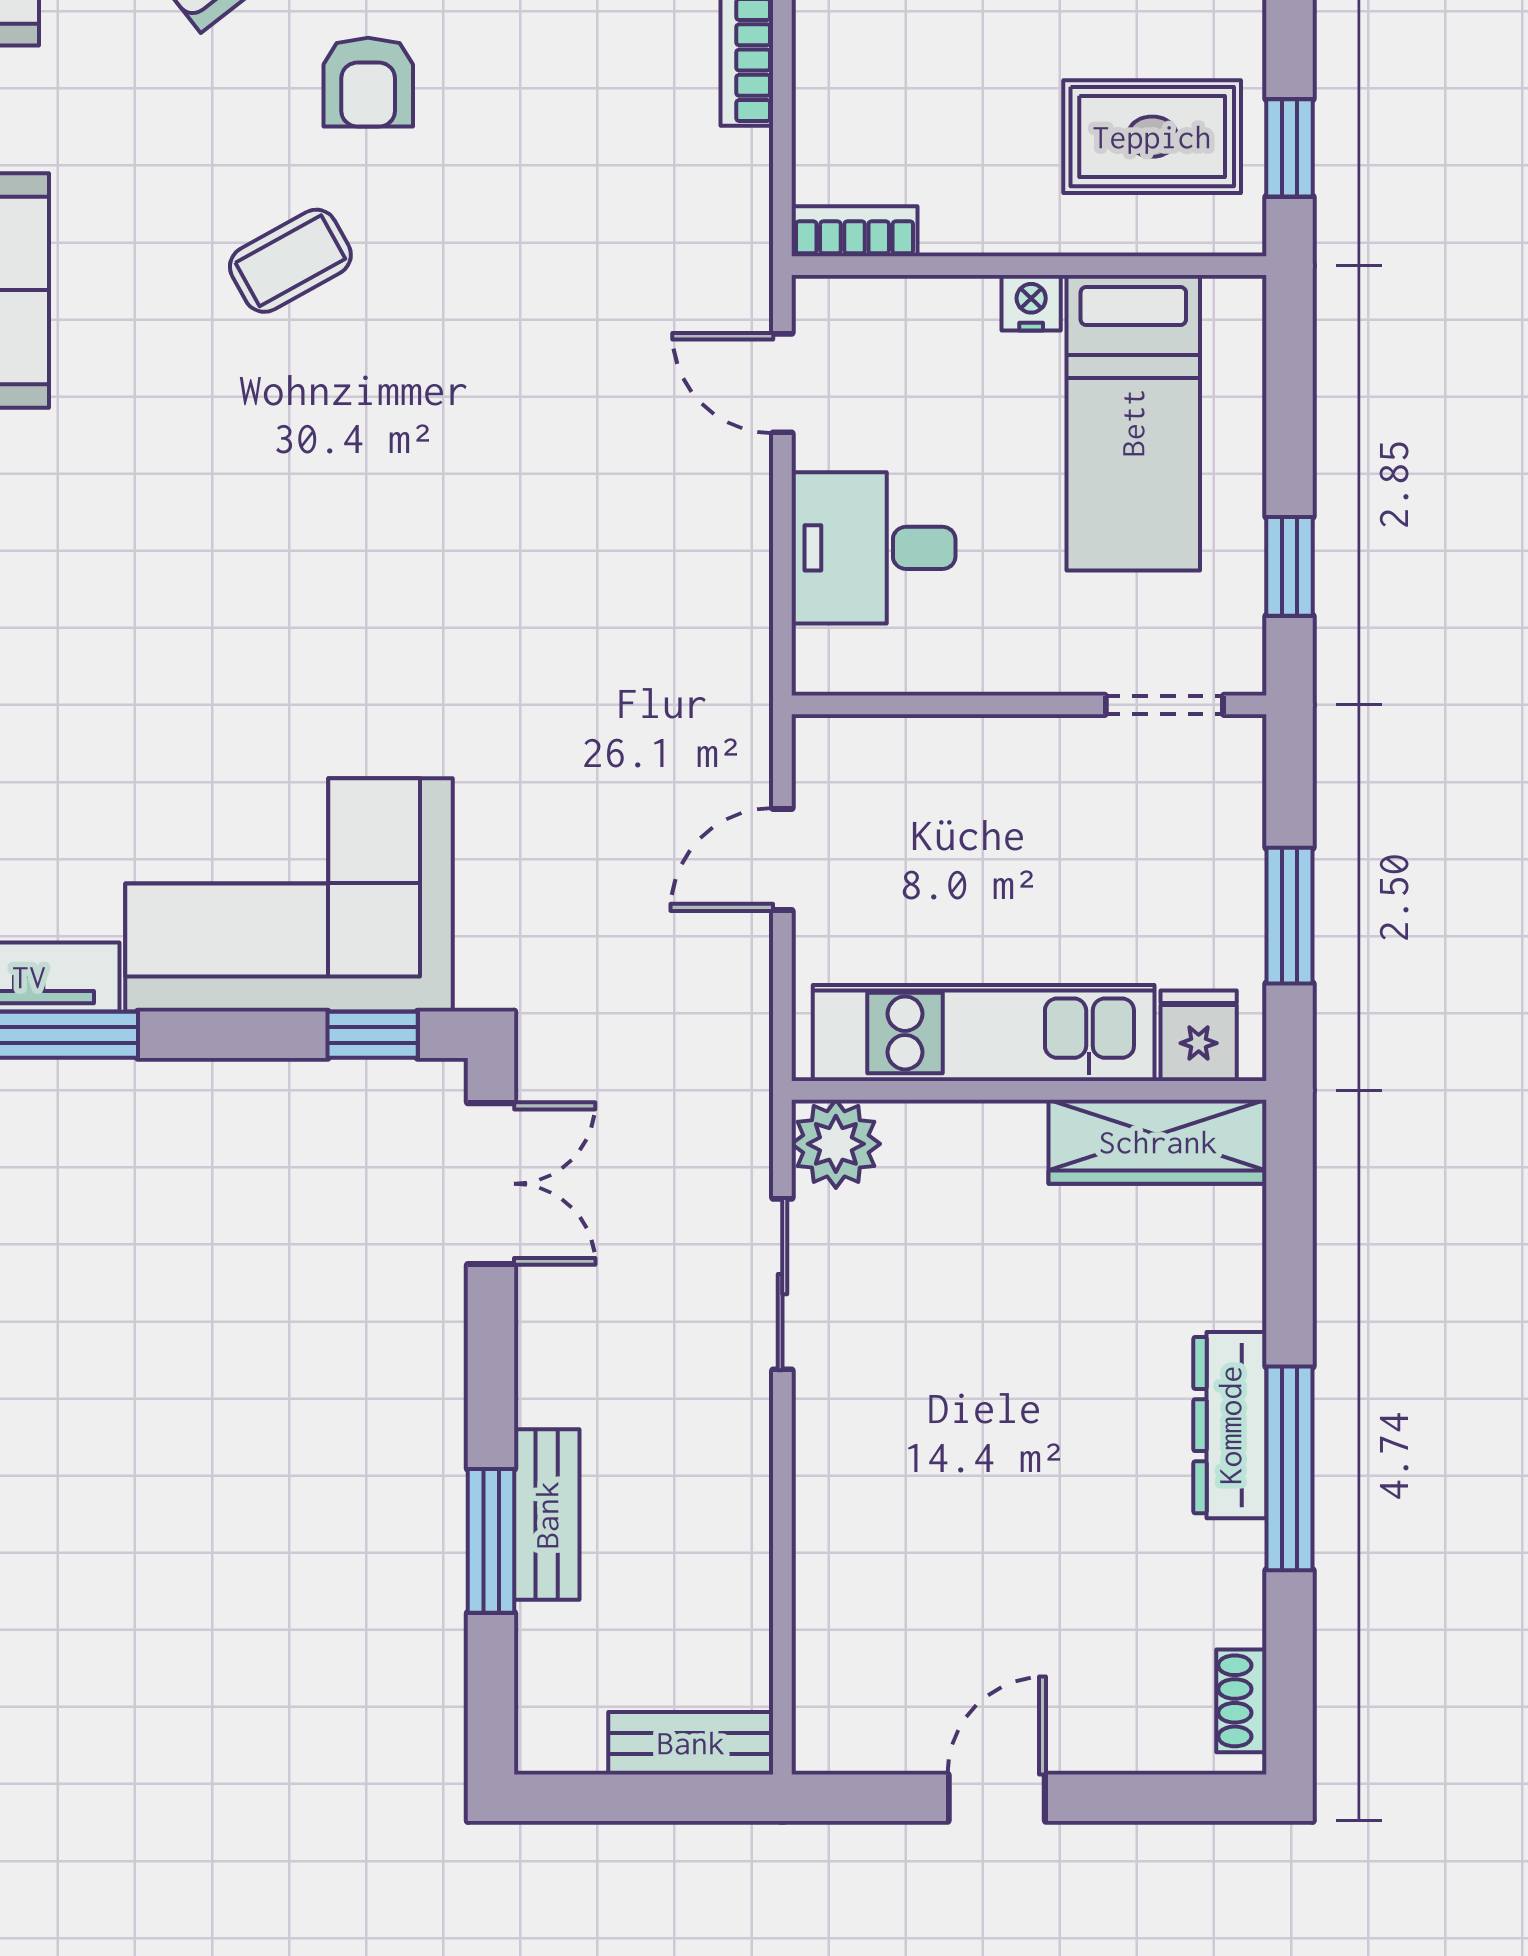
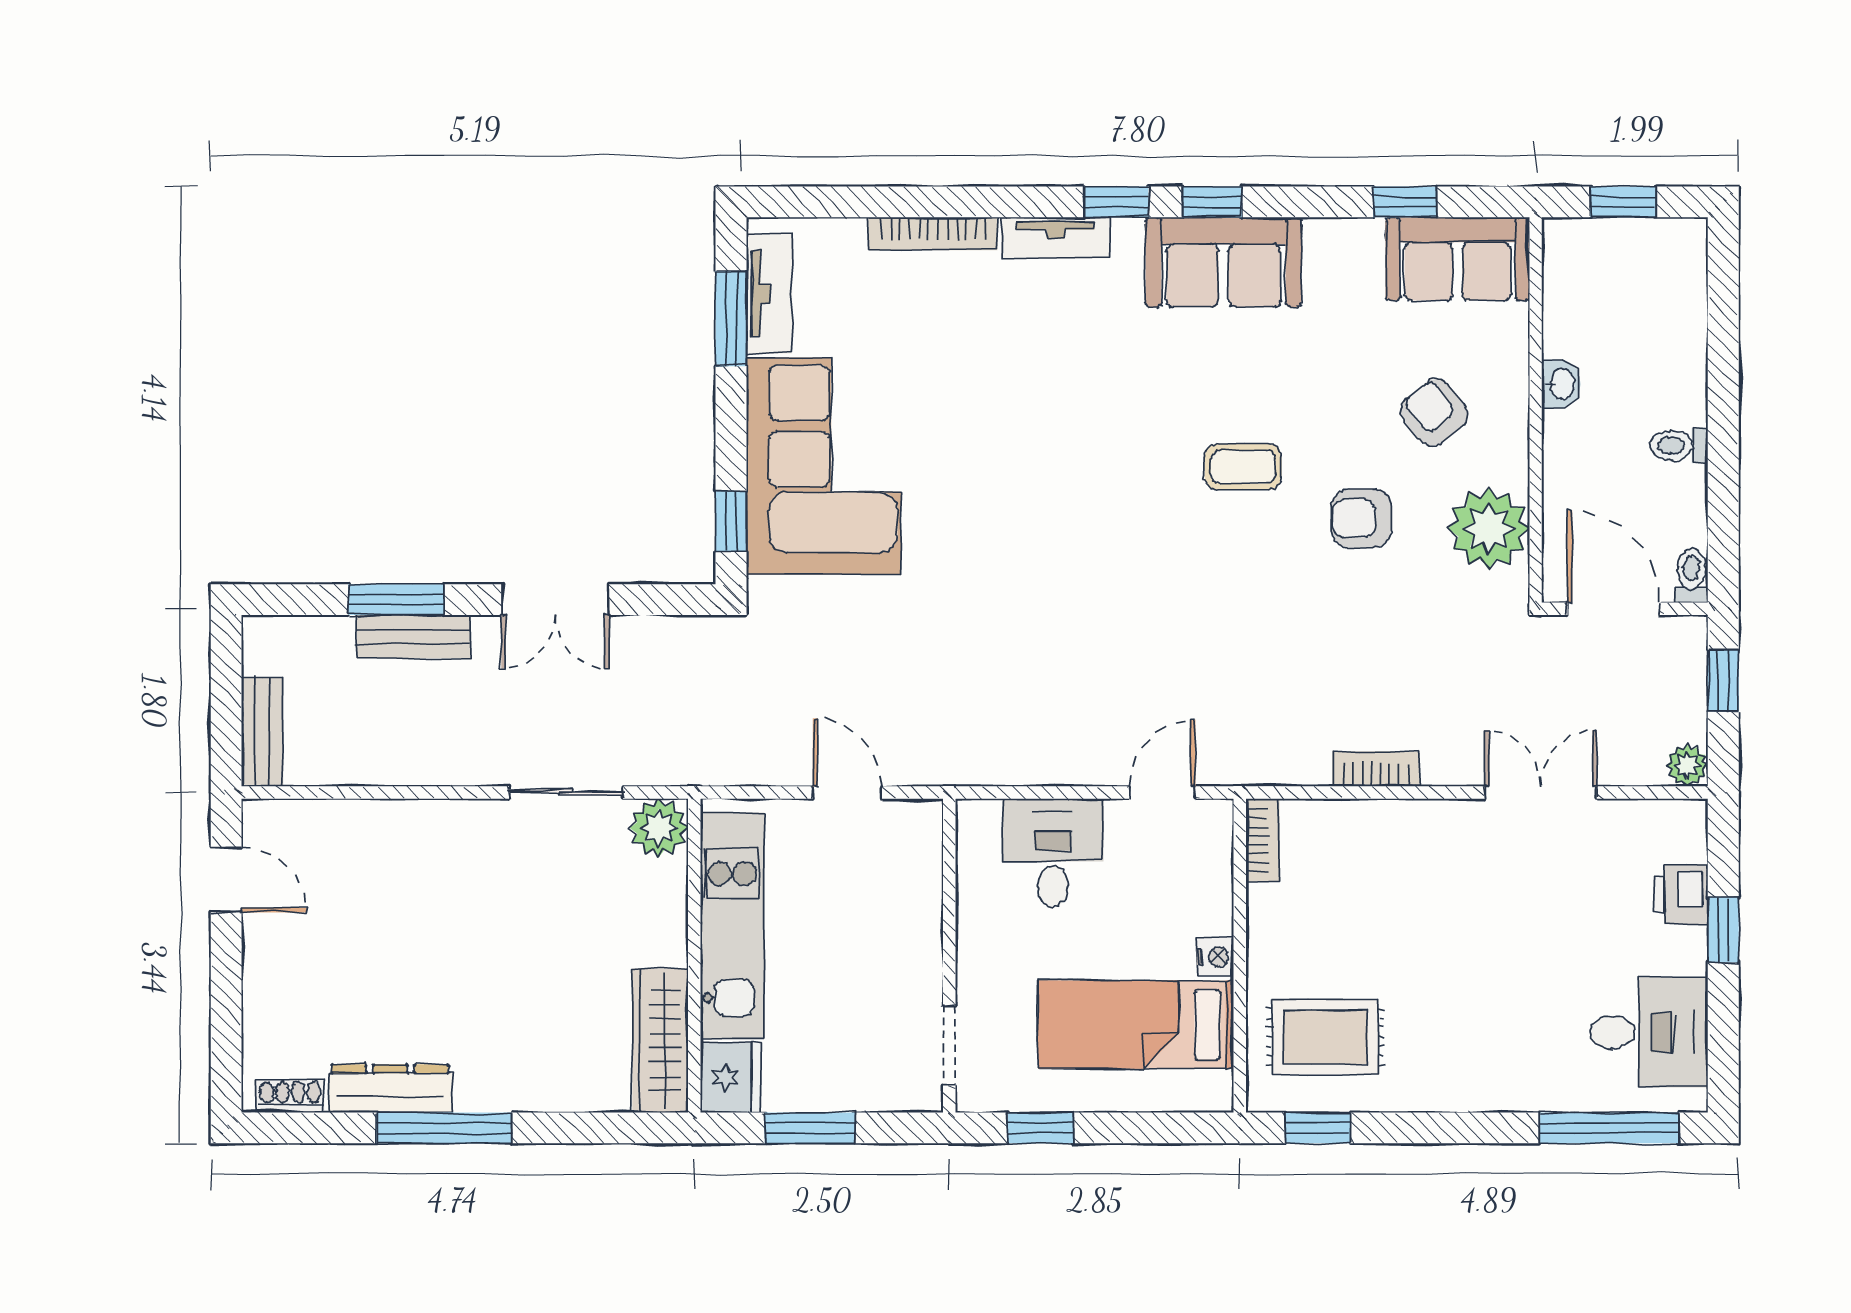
rug: (1152, 137) -> (1325, 1037), turned 90
coffee table: (290, 261) -> (1243, 467), turned -61
fridge: (1199, 1036) -> (730, 1077), width x1.38
double door: (491, 1184) -> (555, 600), moved
dresser: (1230, 1425) -> (390, 1089), moved
door: (997, 1798) -> (226, 880), moved

